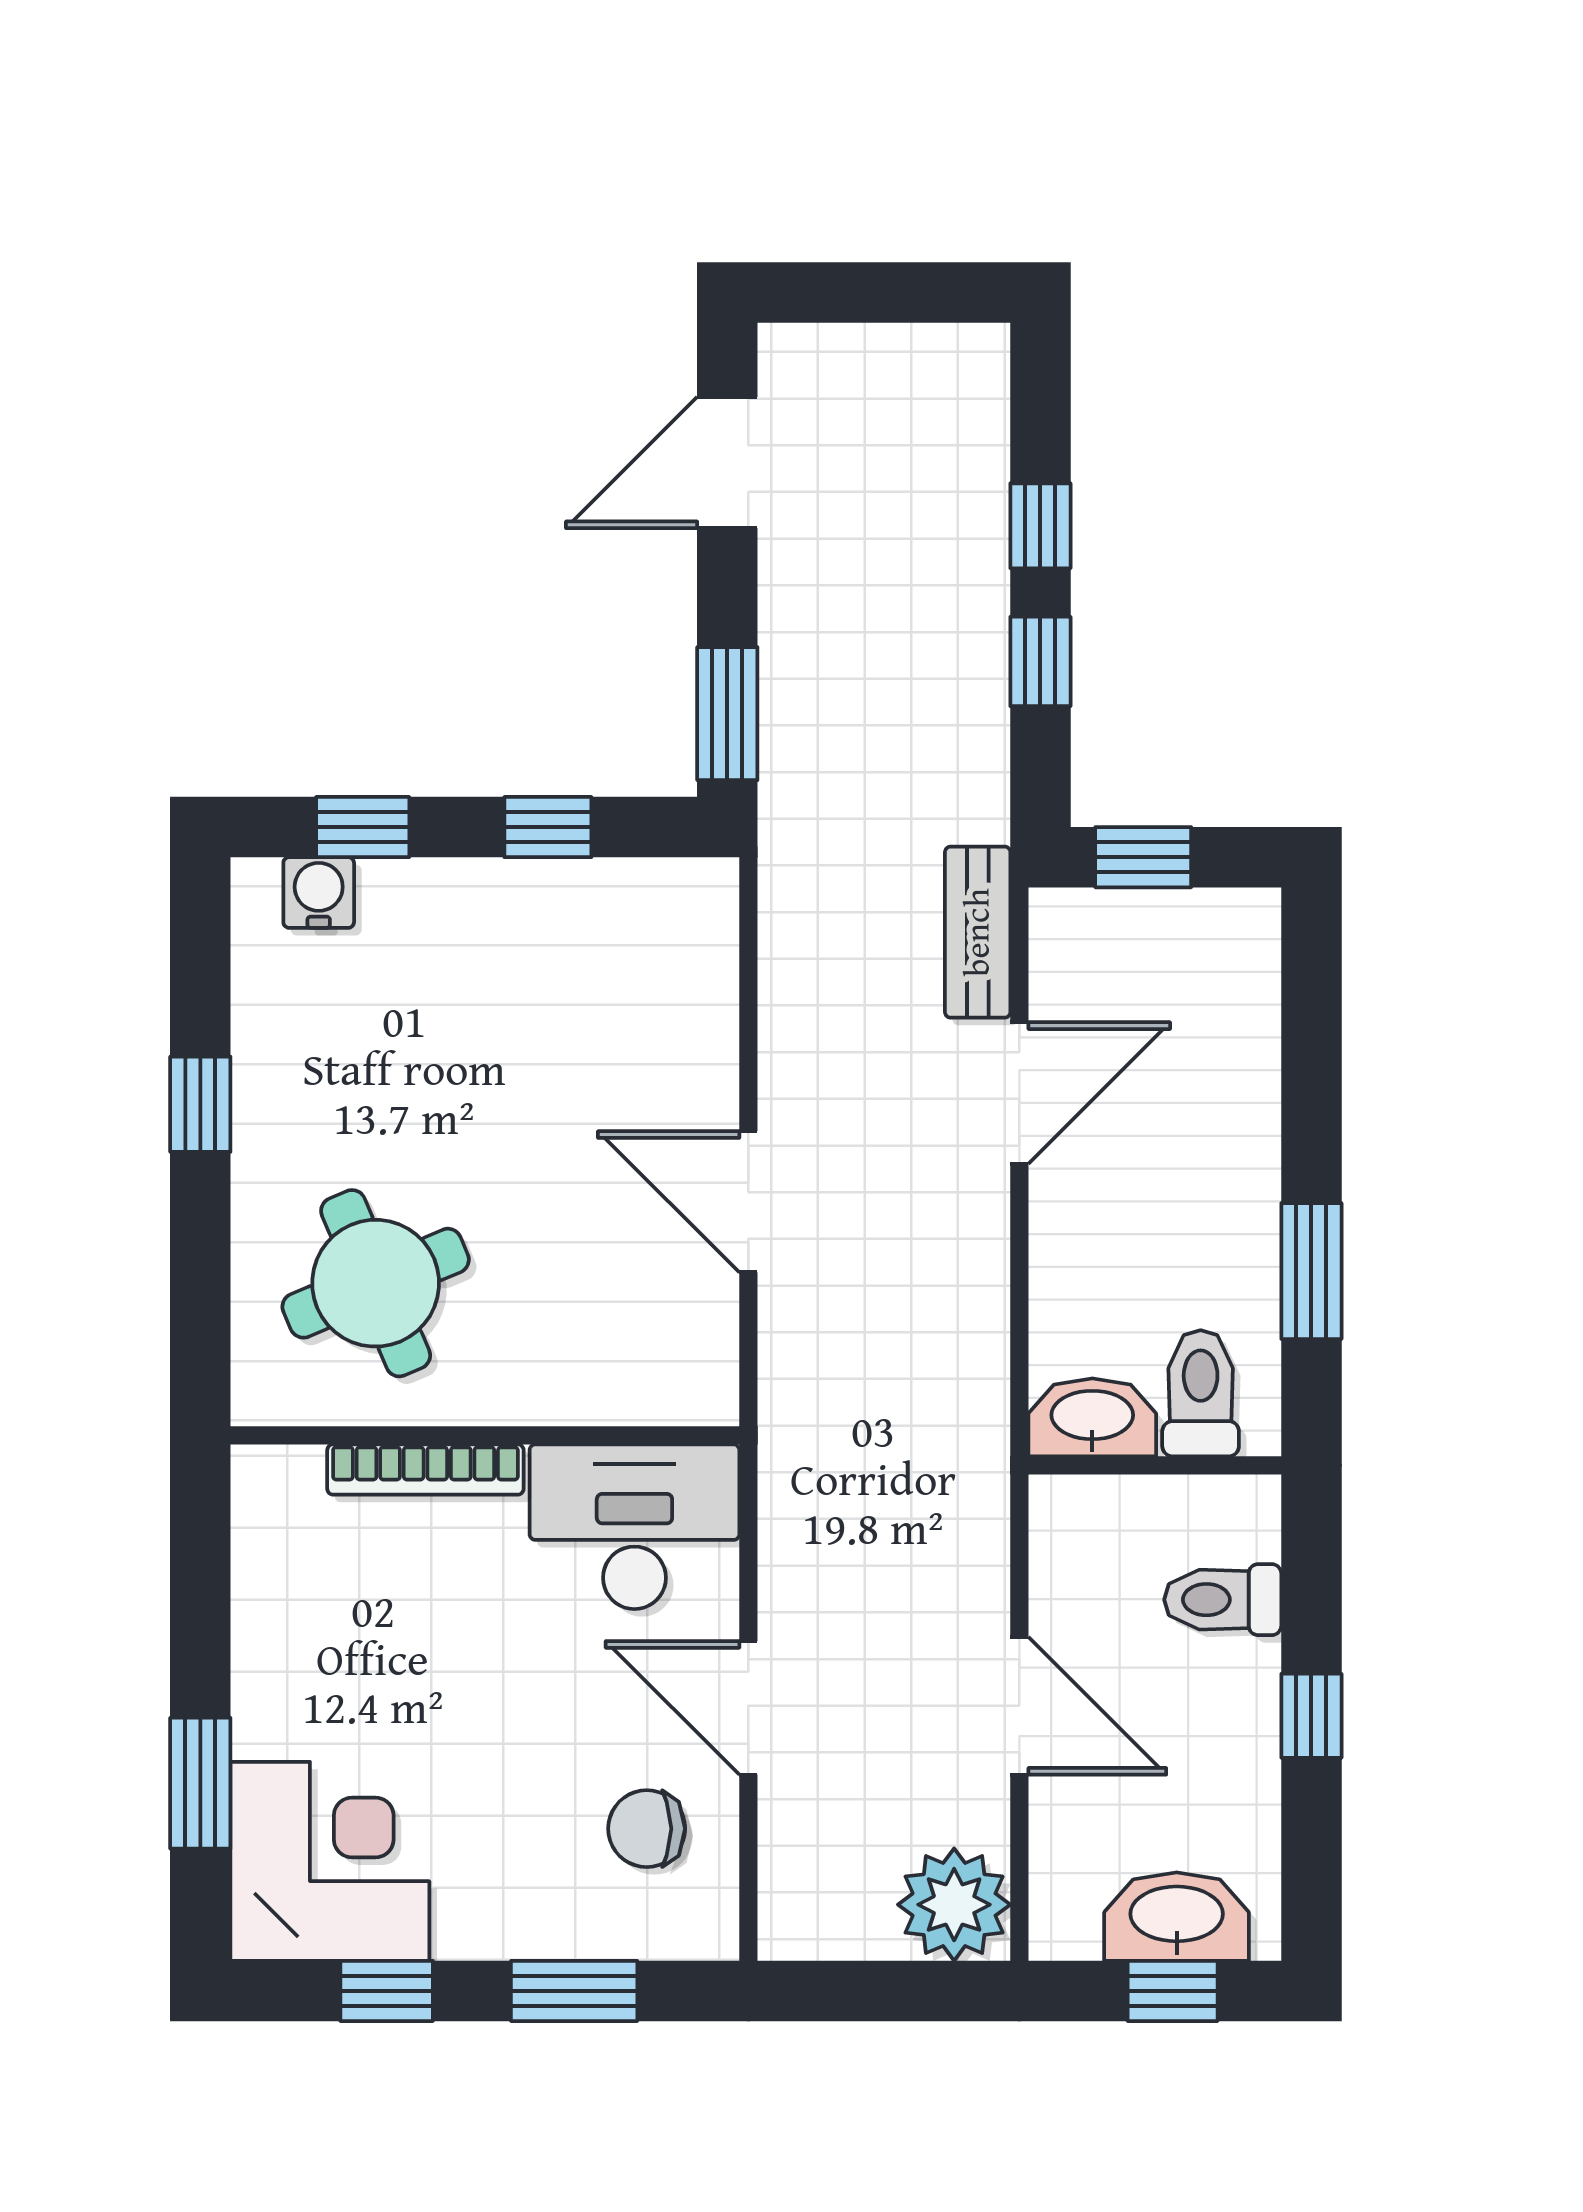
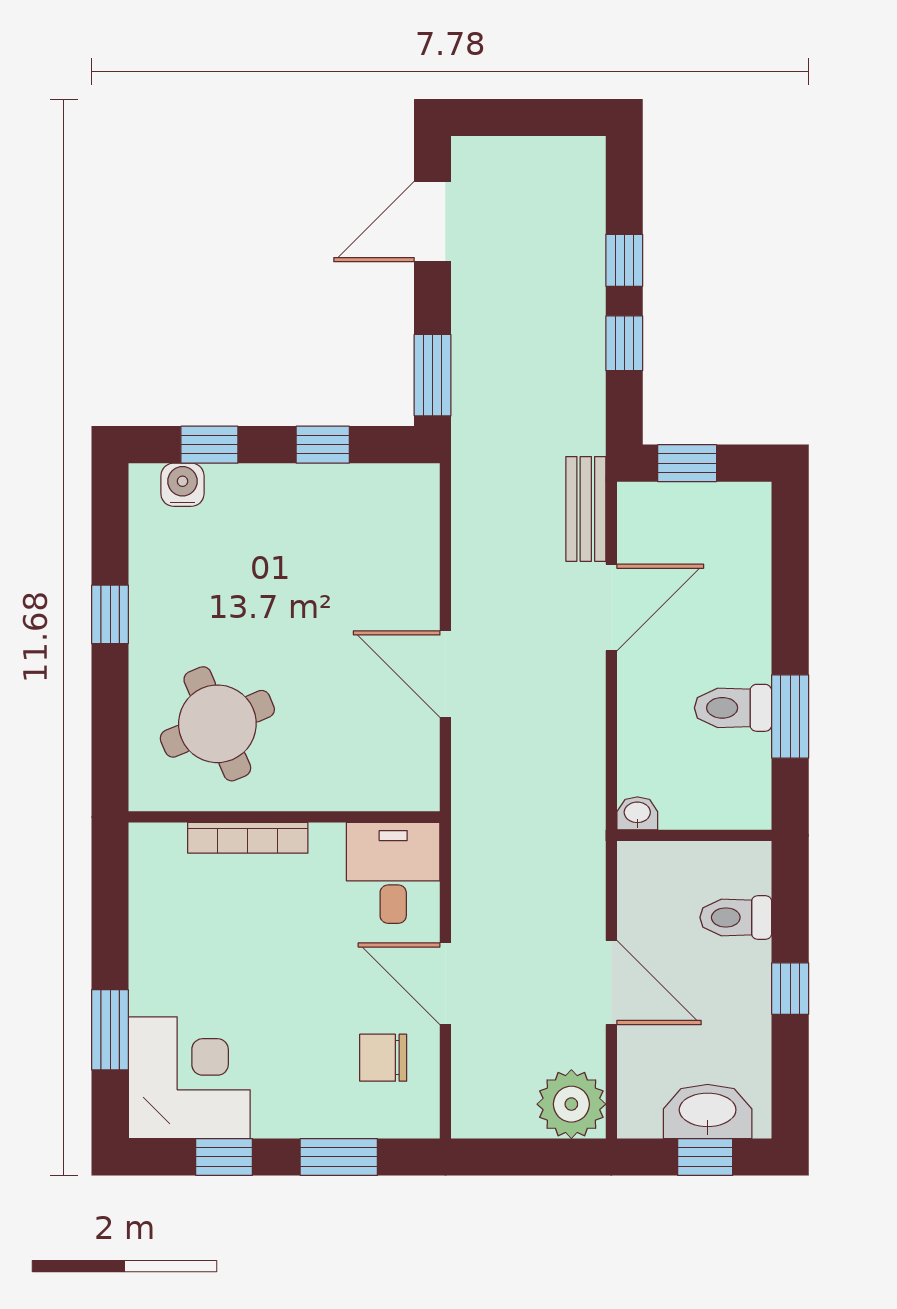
toilet: (1201, 1393) -> (733, 708), moved, turned -90
washbasin: (1092, 1417) -> (637, 813), width x0.52, depth x0.69
desk: (634, 1527) -> (393, 873), width x0.73

